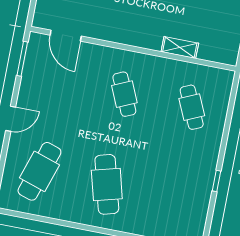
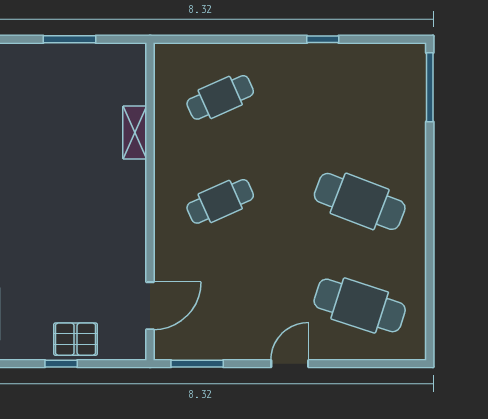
door: (11, 119) -> (290, 364), hinge flipped
cafe table: (107, 184) -> (360, 201), turned 36

